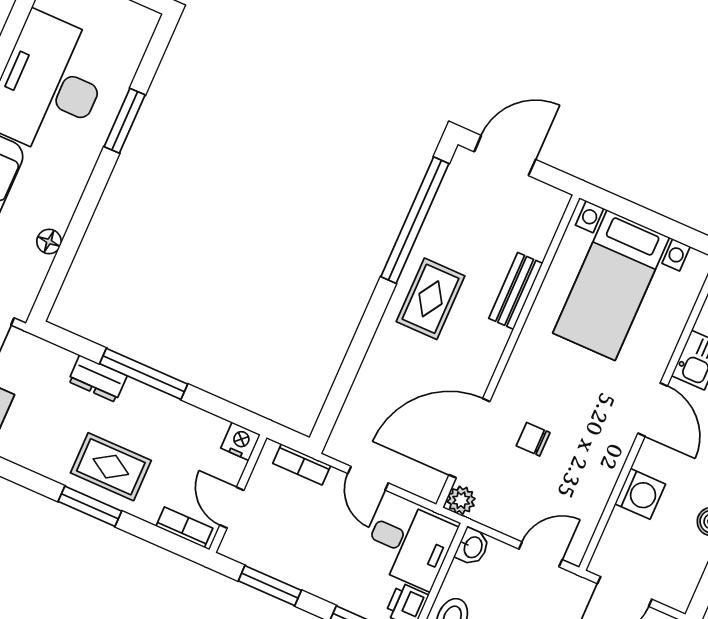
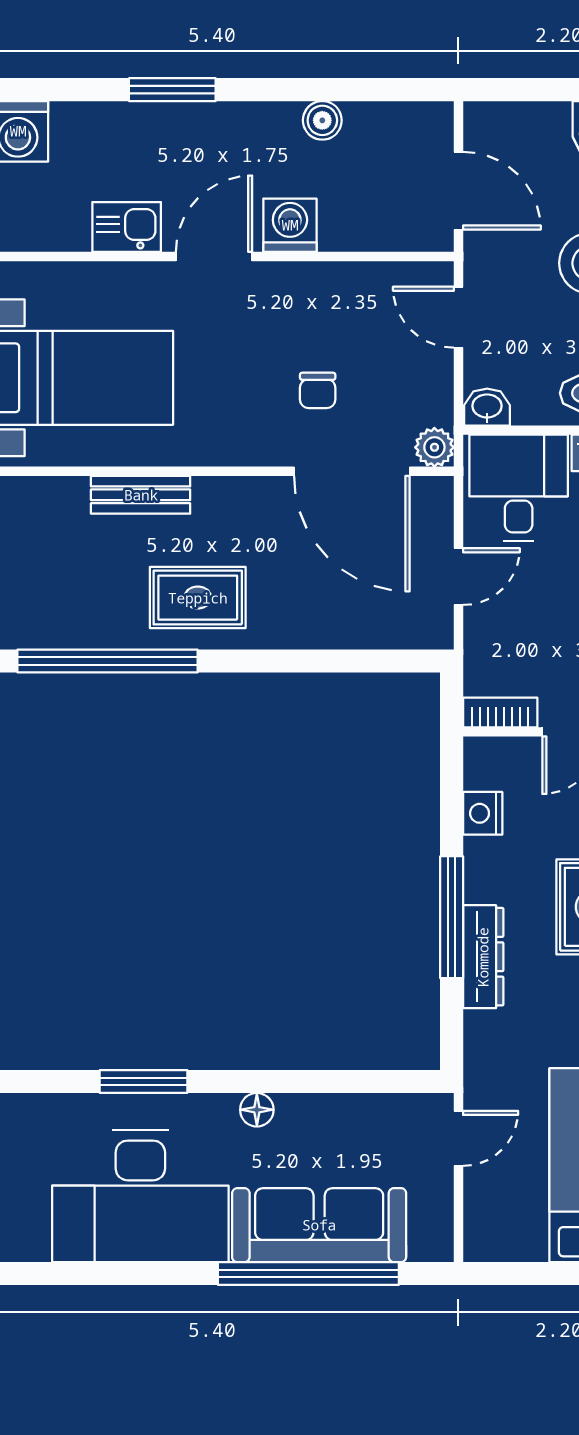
floor lamp: (49, 241) -> (257, 1110), moved
dresser: (98, 379) -> (483, 957), width x1.44
nightstand: (240, 441) -> (483, 813), moved
bookcase: (302, 464) -> (500, 712), moved, turned -90
washing machine: (640, 494) -> (290, 225), moved

